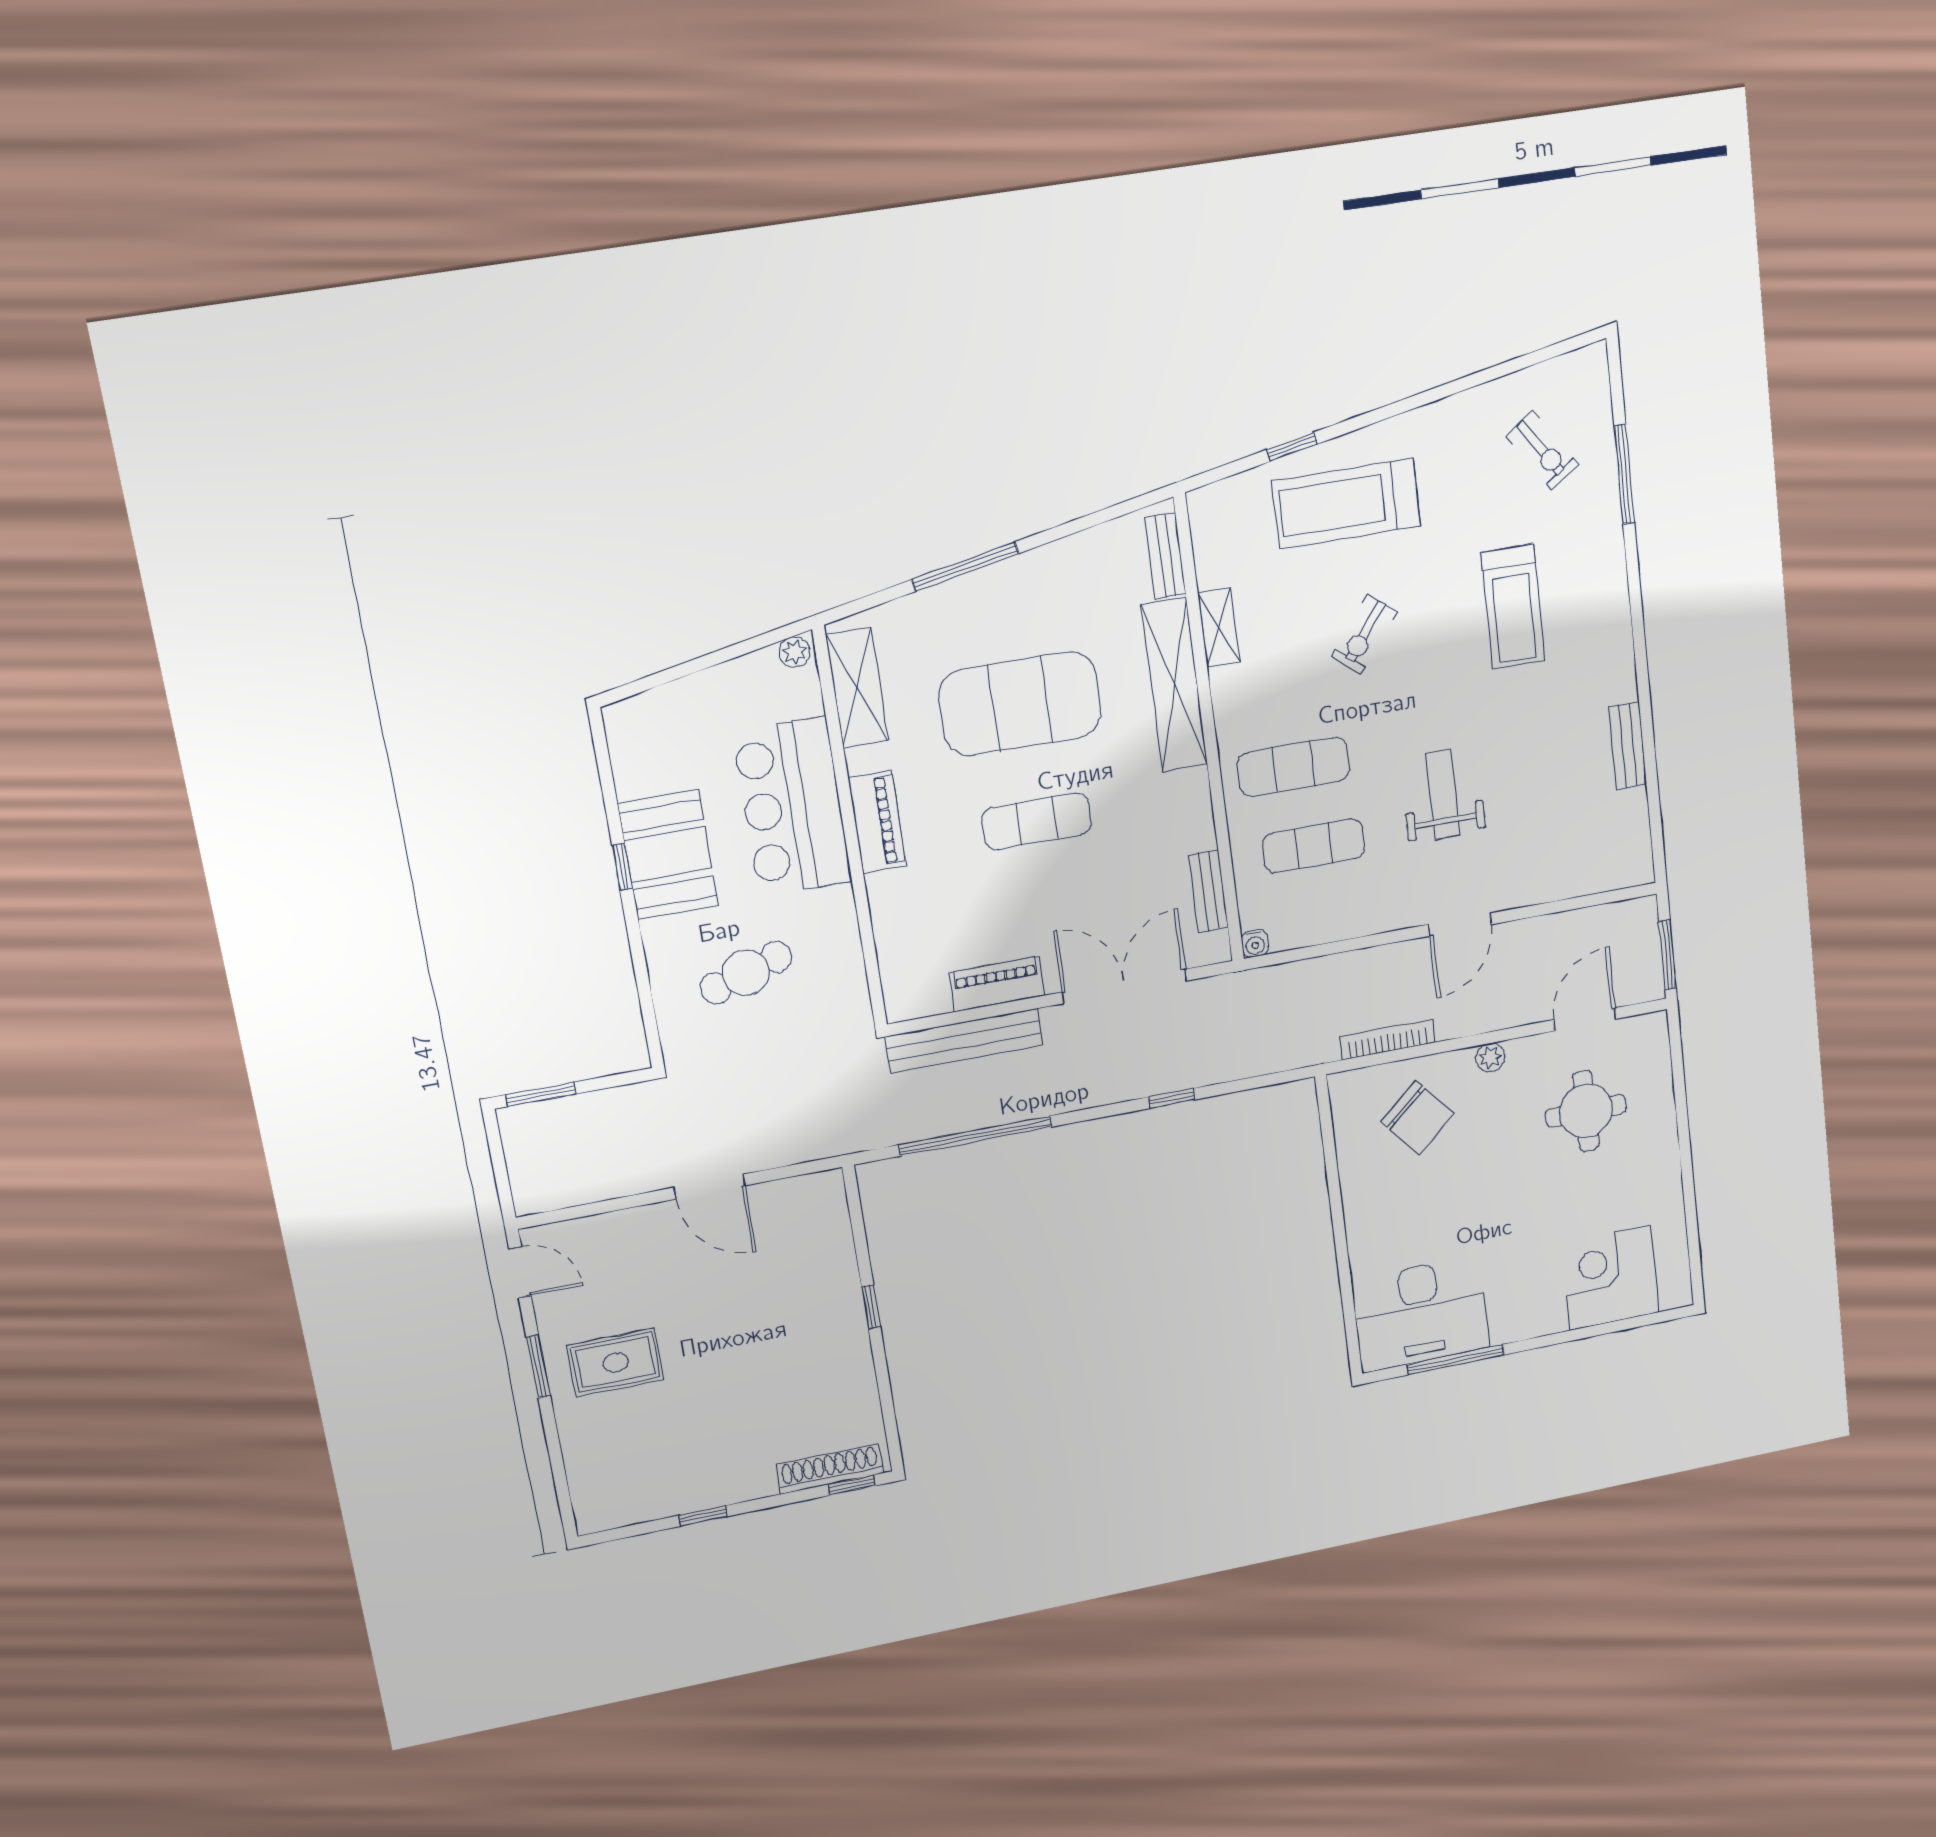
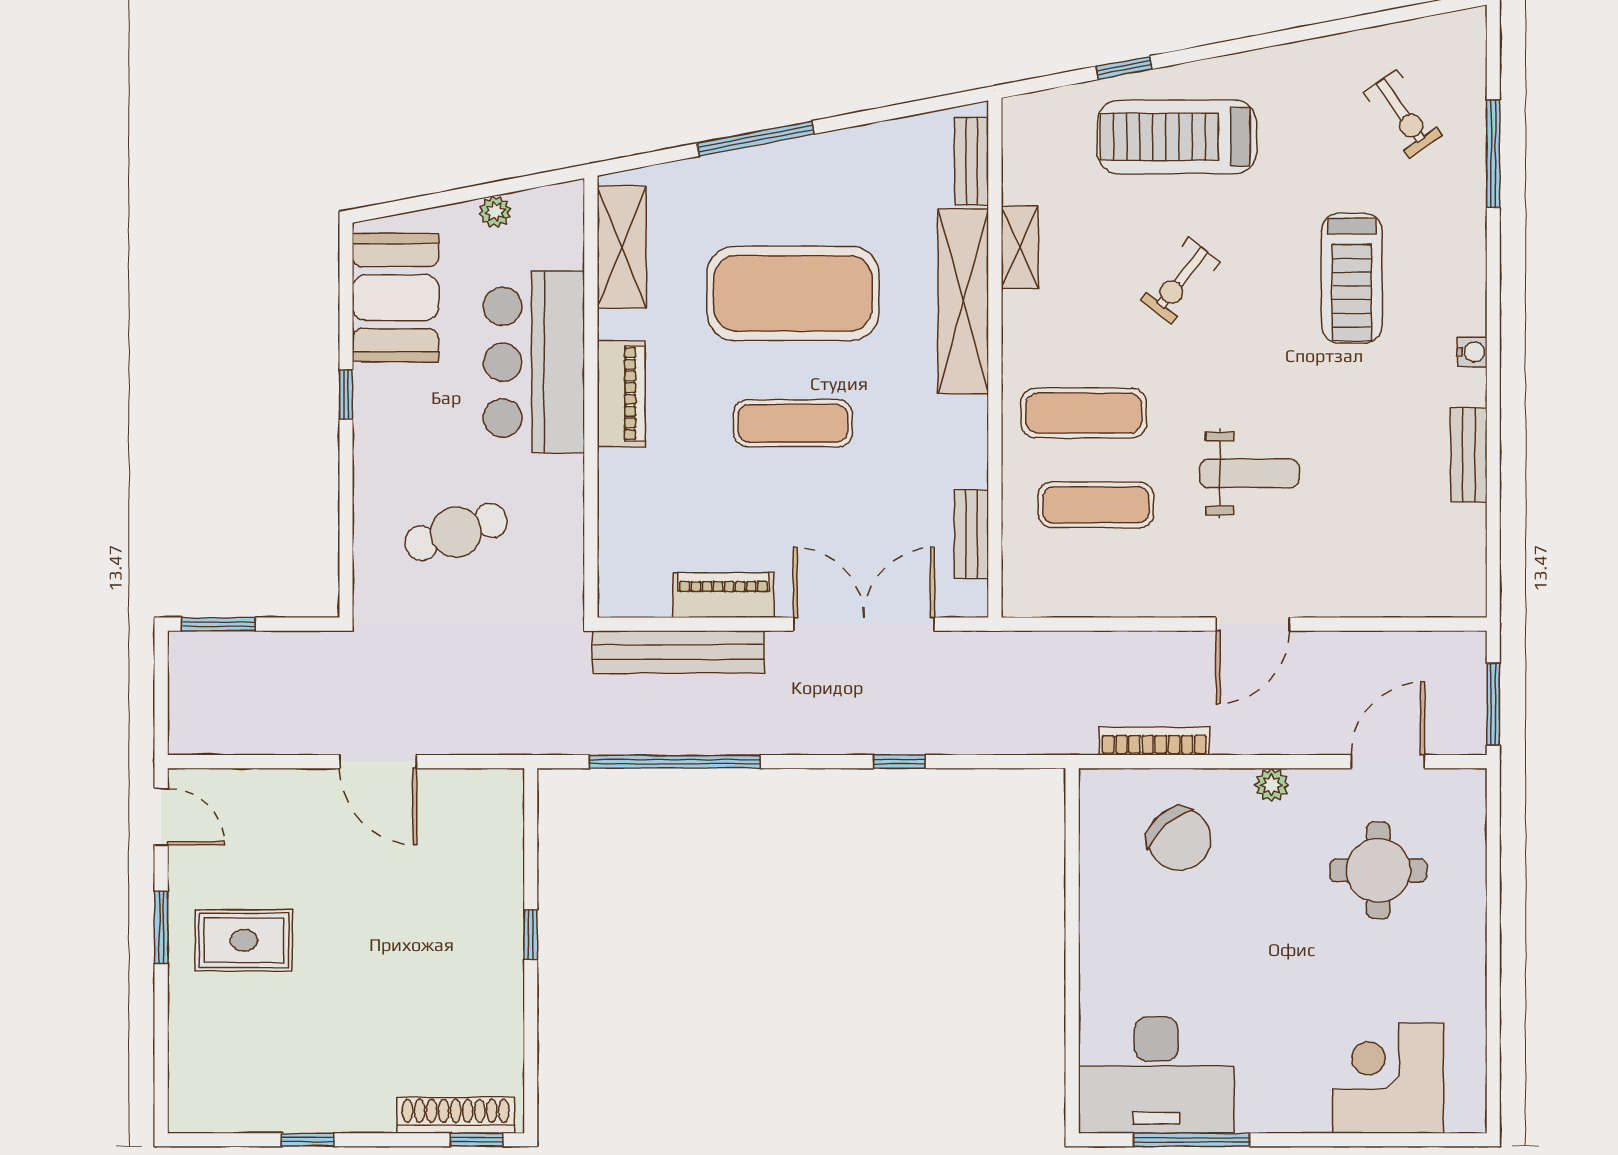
plant: (795, 652) -> (495, 212), moved
weight bench: (1443, 795) -> (1249, 473), turned 90
booth: (668, 855) -> (396, 298), moved
water cooler: (1255, 944) -> (1472, 352), moved, turned -90

